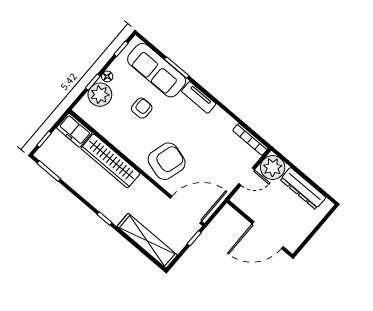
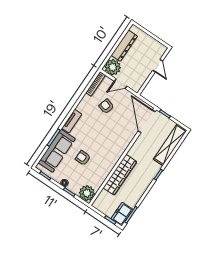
plant: (100, 95) -> (87, 193), moved
freezer: (74, 130) -> (122, 214), moved, turned 180
armchair: (167, 161) -> (106, 106), moved, width x0.53, depth x0.53
door: (247, 177) -> (121, 84), swing flipped
door: (268, 235) -> (158, 66), width x0.53

